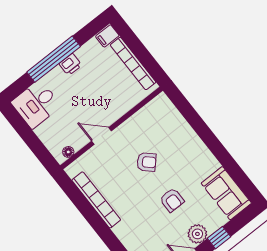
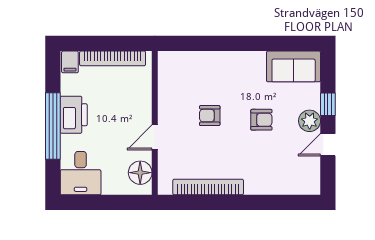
printer: (70, 64) -> (74, 115), width x1.87, depth x1.48
floor lamp: (68, 152) -> (140, 173), width x1.89, depth x1.89
armchair: (147, 162) -> (210, 116), turned -133

